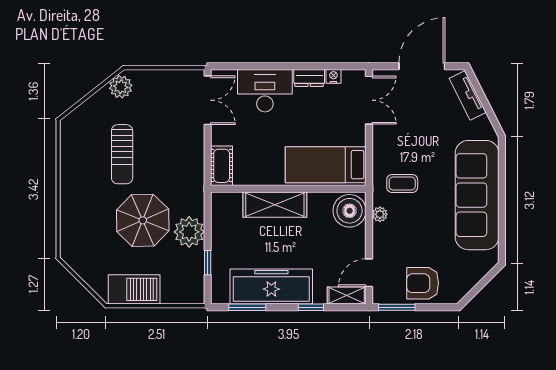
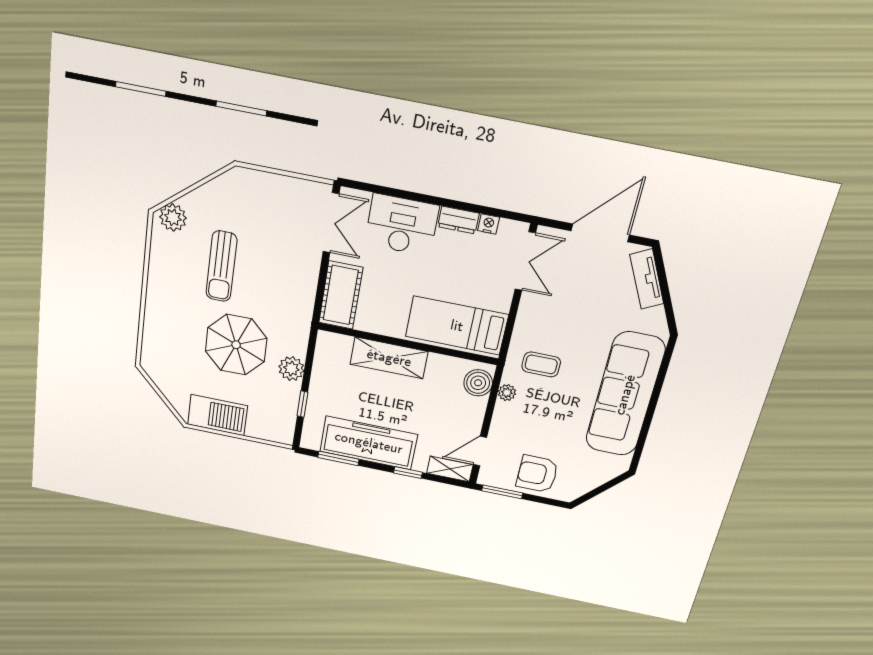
plant: (121, 87) -> (173, 217), moved
cot: (222, 166) -> (341, 295), width x1.37, depth x1.34
boiler: (350, 211) -> (478, 383), width x0.73, depth x0.73
plant: (189, 232) -> (291, 369), width x0.73, depth x0.73

